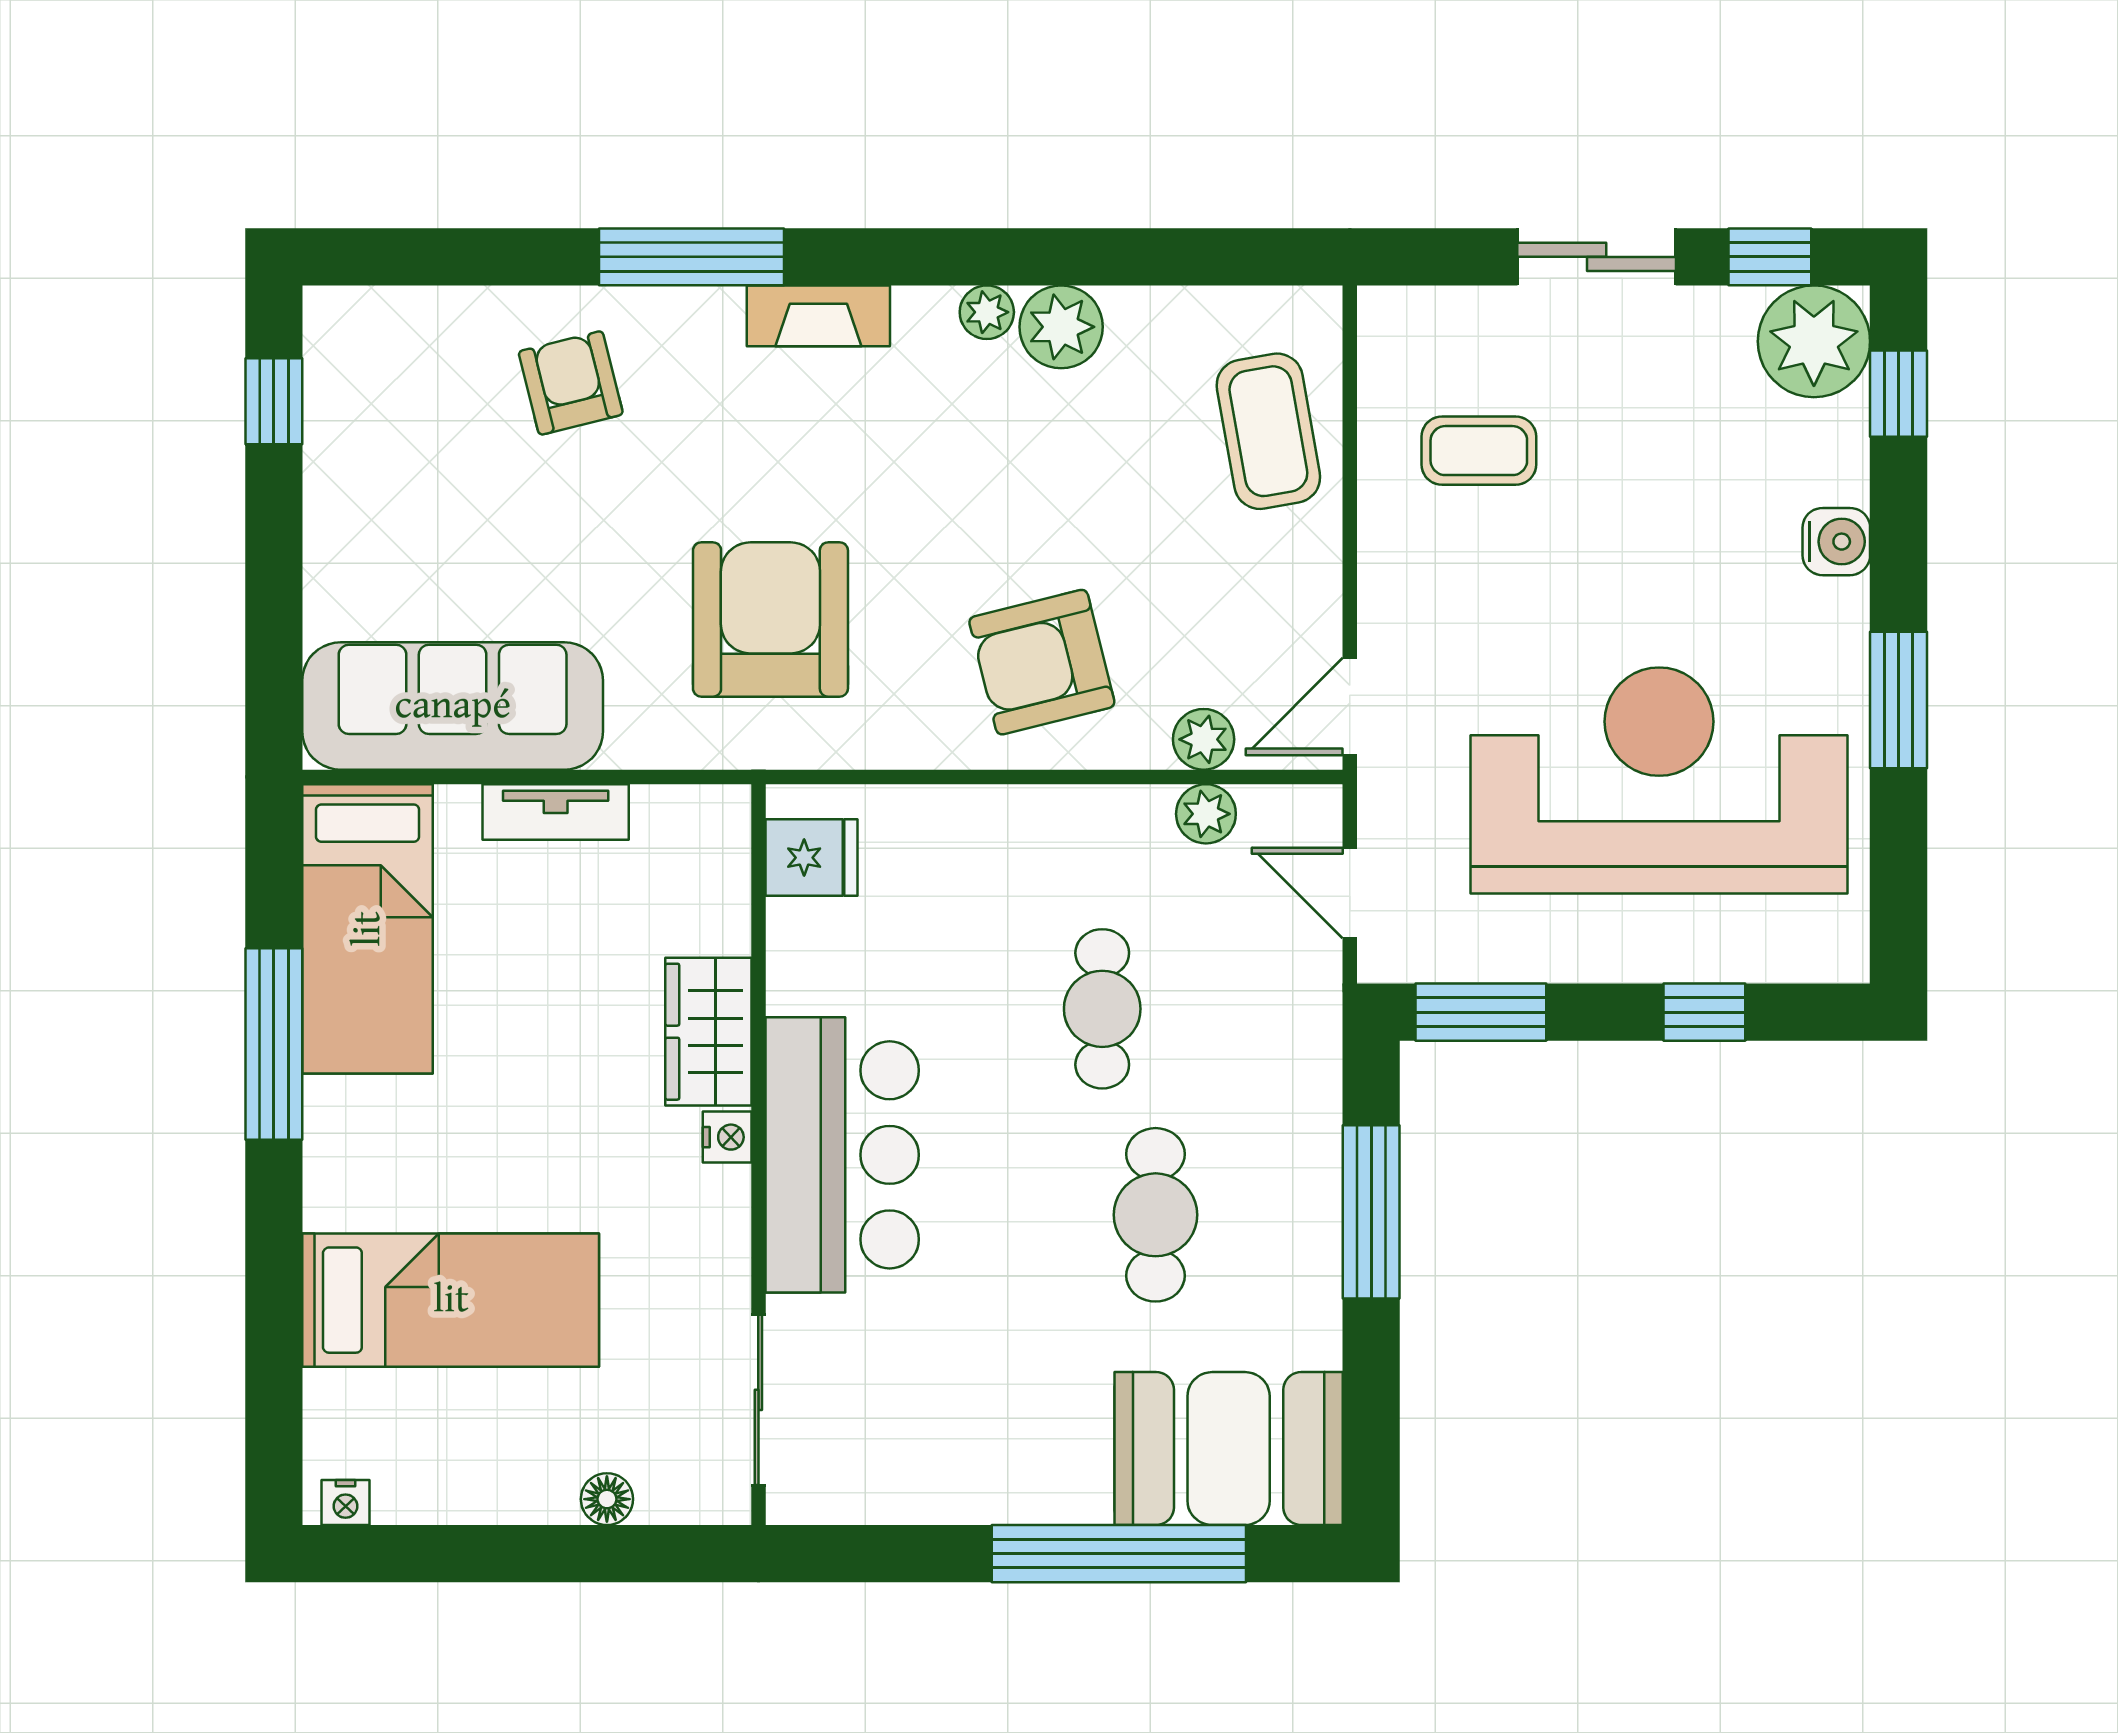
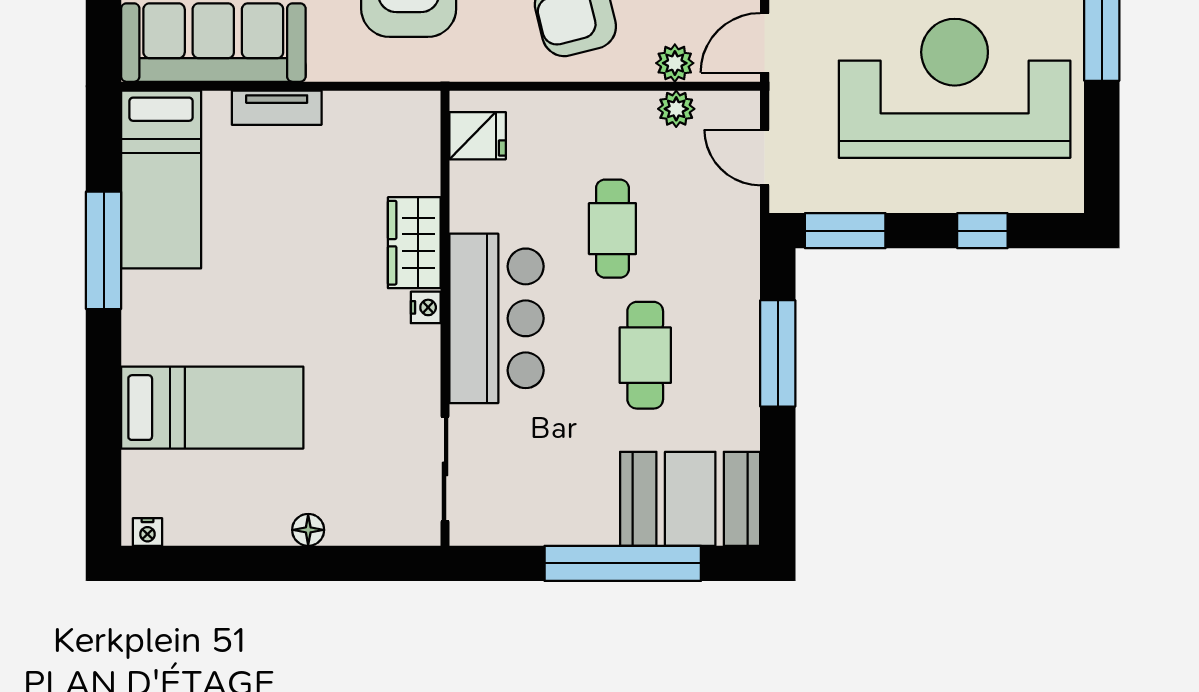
fridge: (811, 858) -> (478, 136), moved
wardrobe: (708, 1032) -> (414, 243), moved
nightstand: (727, 1137) -> (426, 307), moved
wall: (758, 1155) -> (445, 318), moved
bar counter: (842, 1155) -> (496, 318), moved
sliding door: (758, 1400) -> (445, 469), moved

